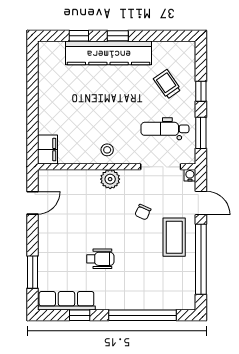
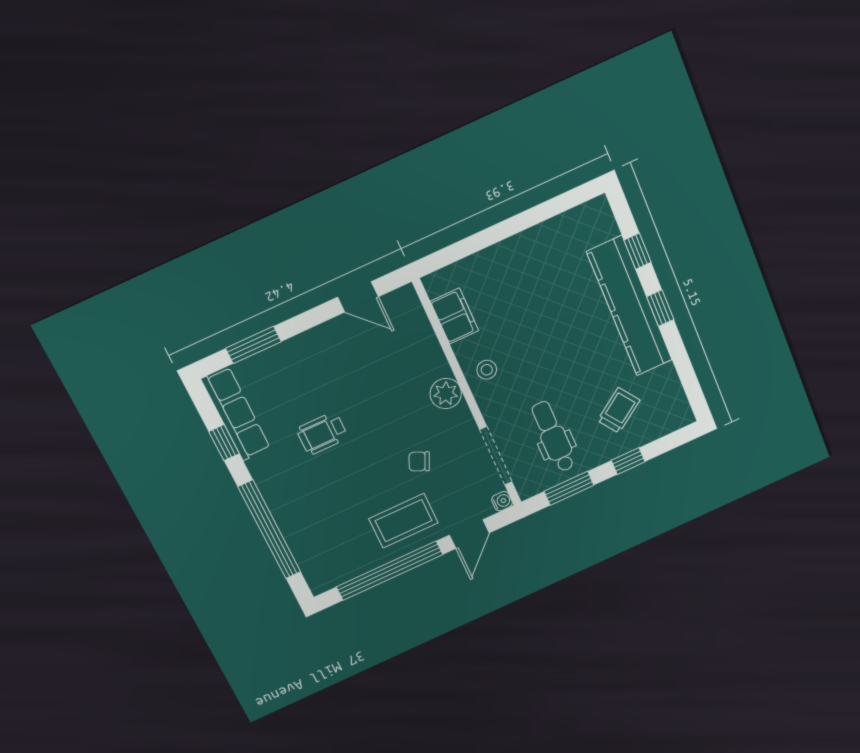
filing cabinet: (47, 150) -> (454, 316), moved, turned -90
wheelchair: (100, 259) -> (322, 433), turned 90

